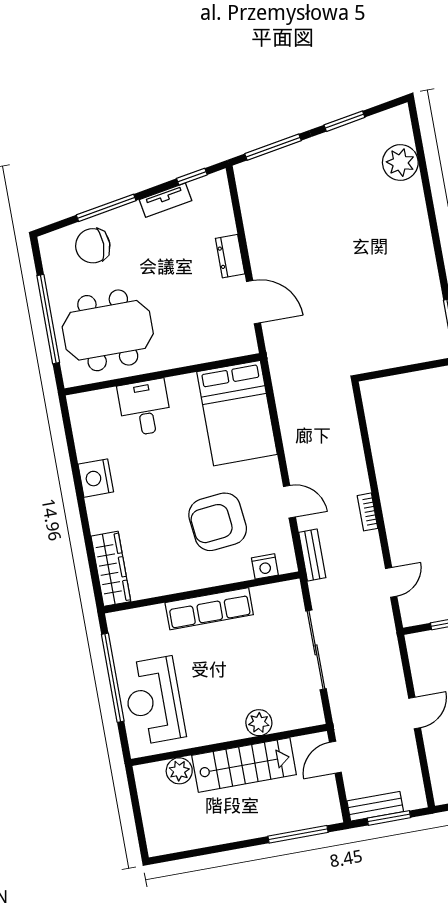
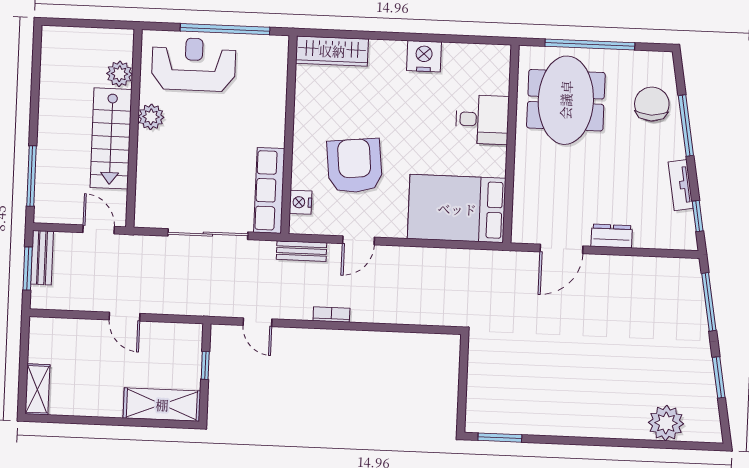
row of seats: (209, 609) -> (269, 190), moved
plant: (259, 723) -> (151, 117), moved

